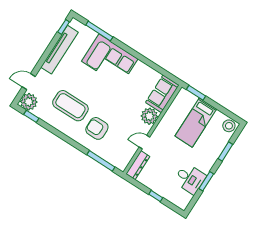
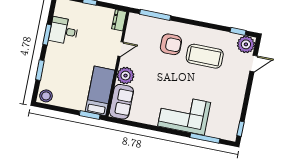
tv unit: (59, 50) -> (236, 105), removed
bed: (196, 123) -> (100, 91), moved
dresser: (138, 165) -> (119, 20), width x0.70

